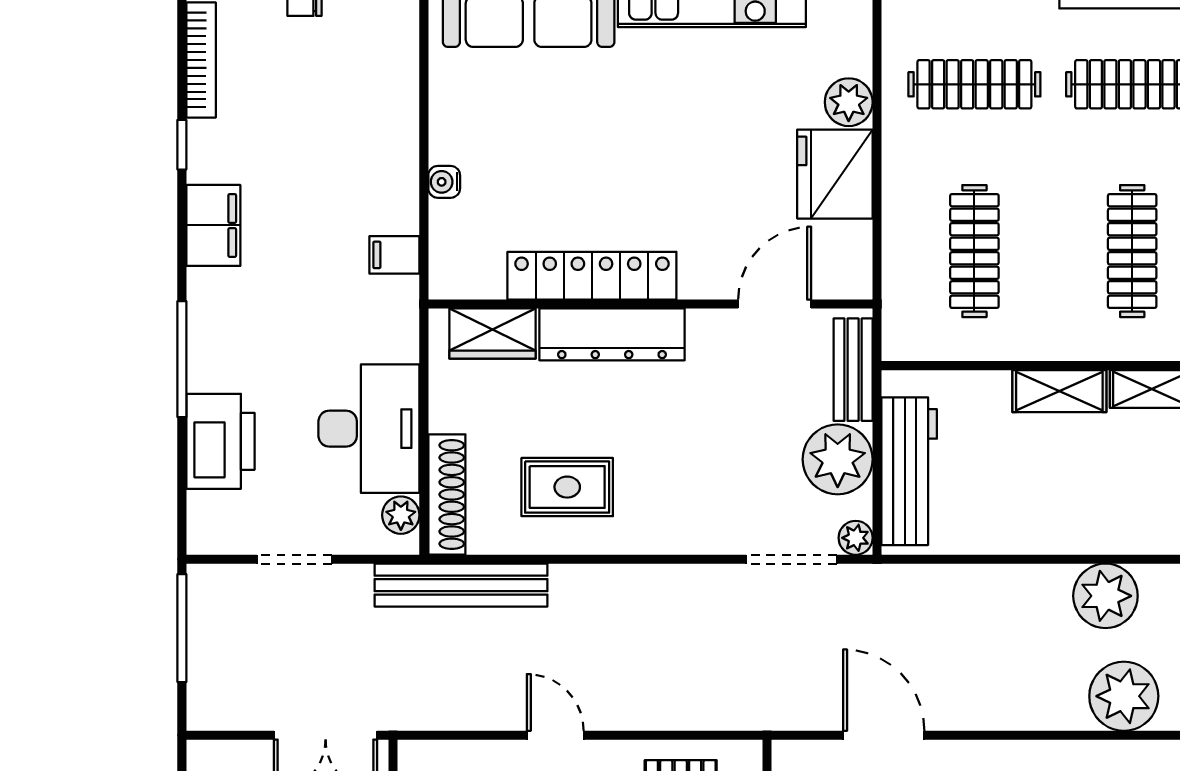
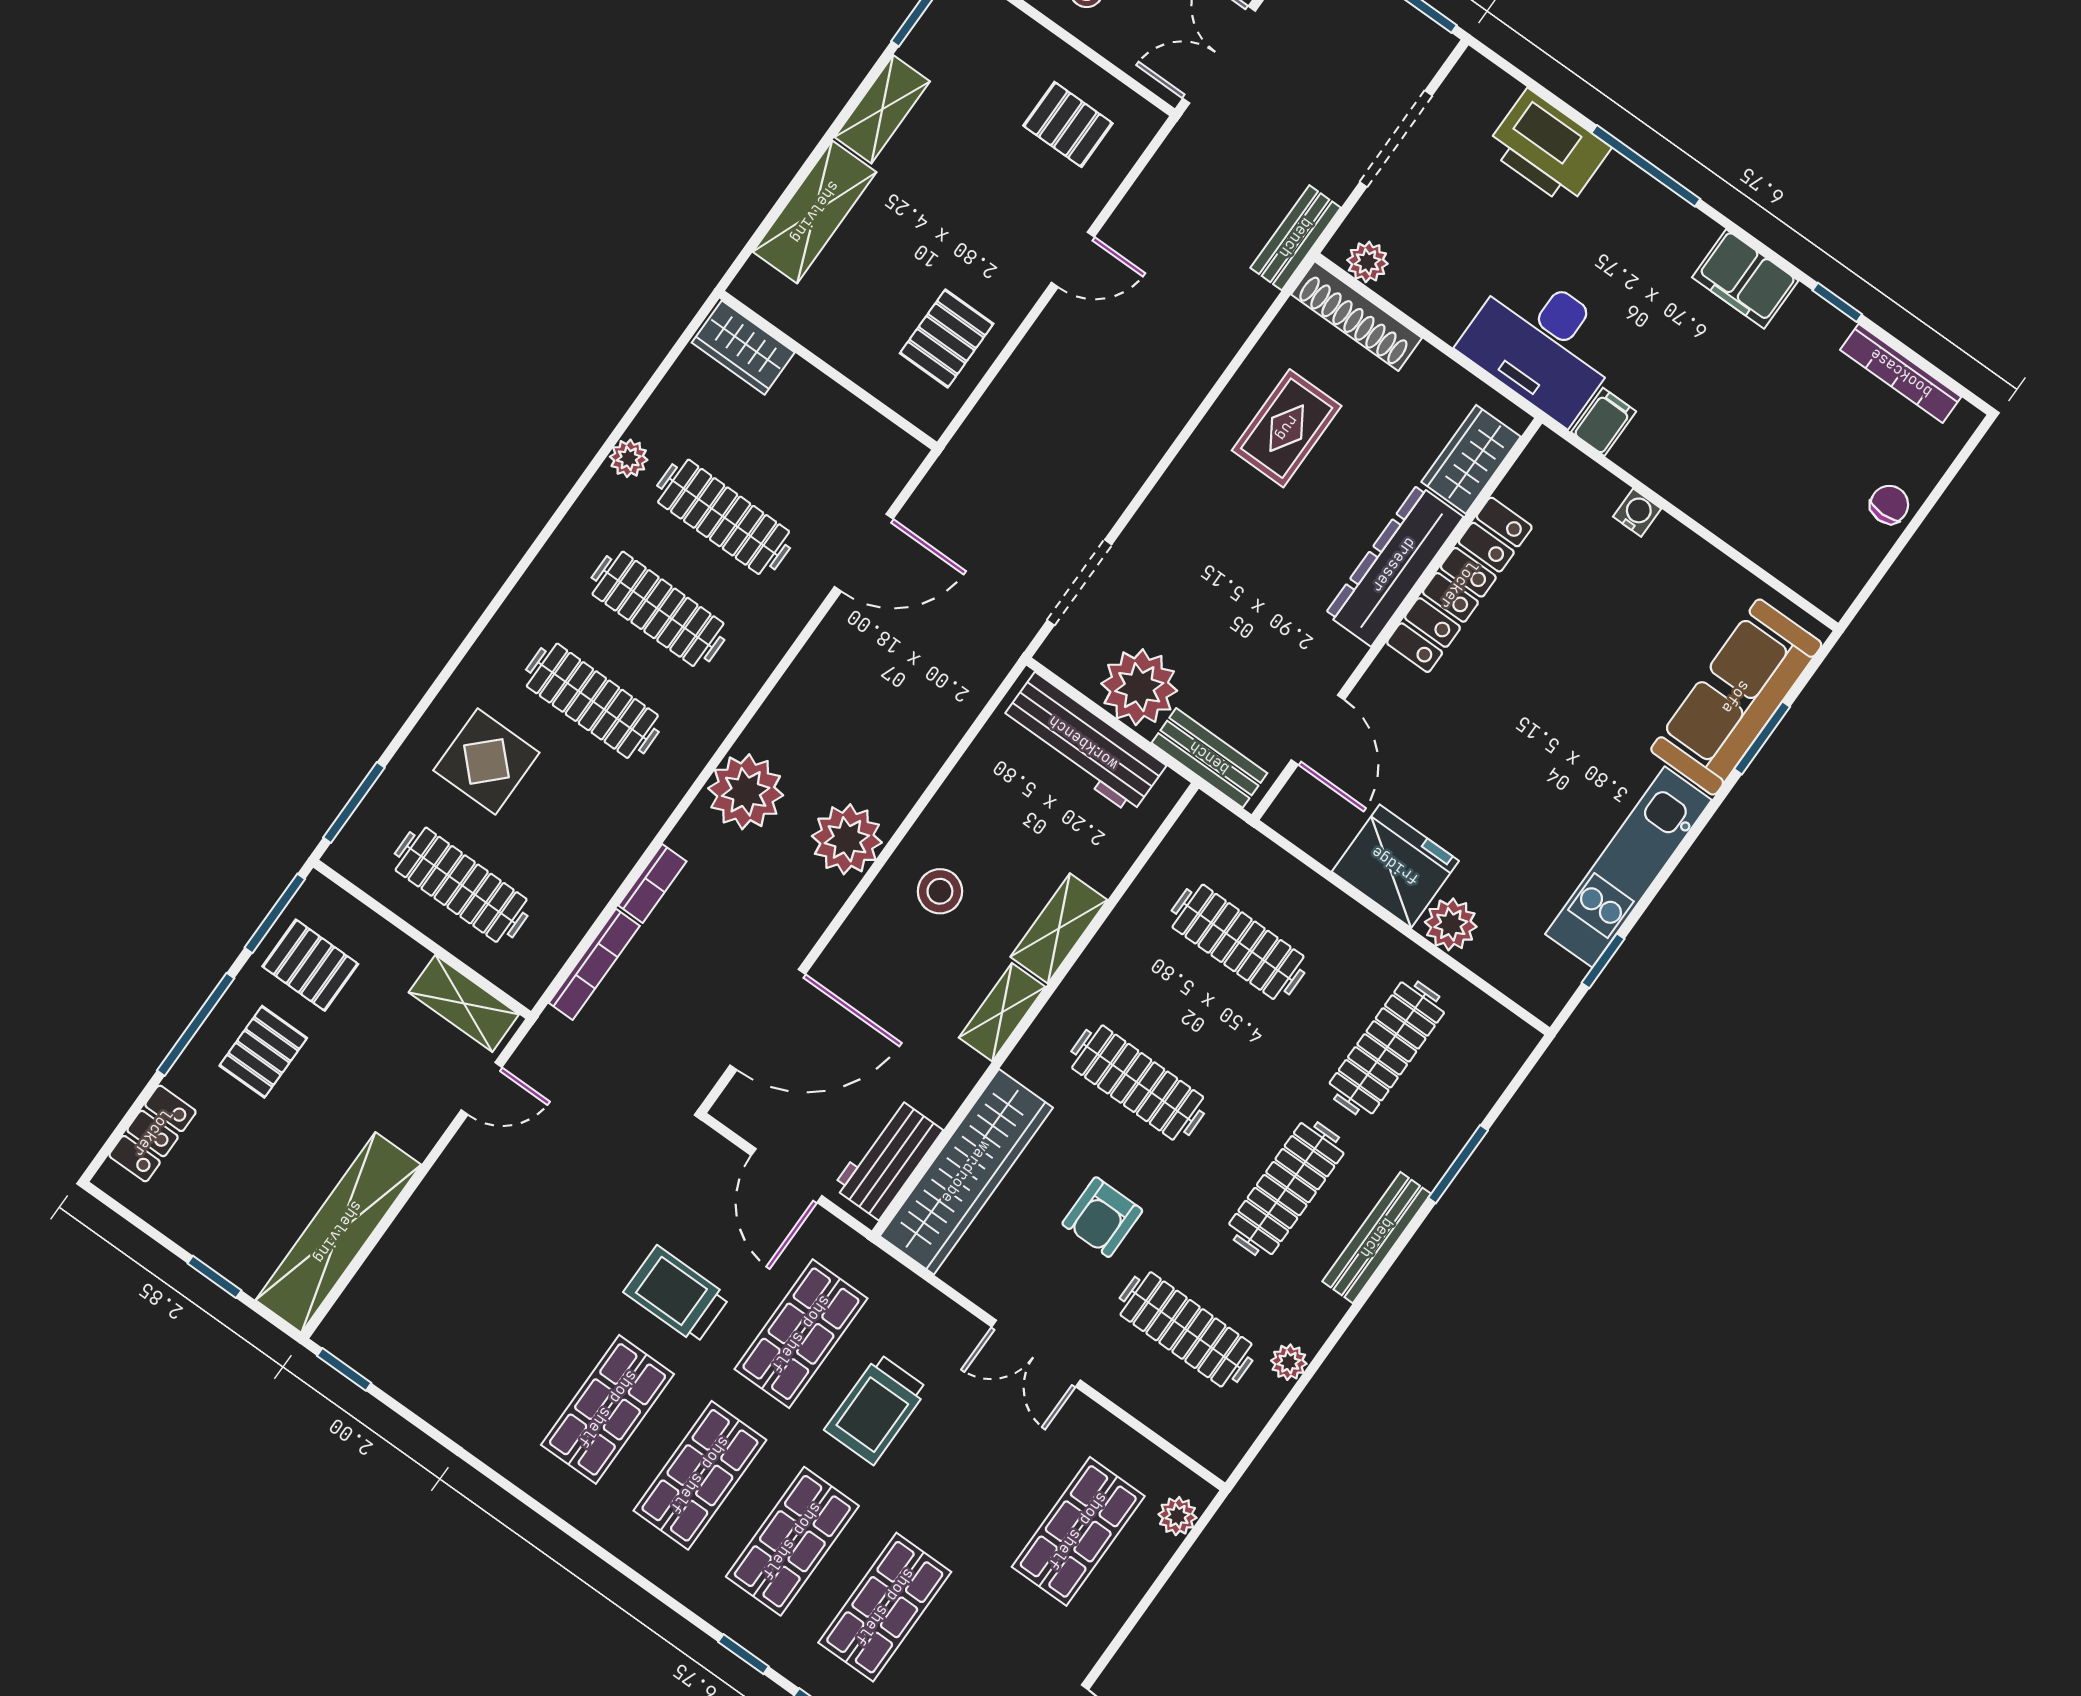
desk: (369, 429) -> (1543, 344), moved
stool: (1095, 499) -> (940, 891), added
plant: (856, 538) -> (1058, 653), removed
doorway: (294, 559) -> (1396, 139), width x1.38
bench: (461, 585) -> (1296, 238), width x0.54, depth x0.82

